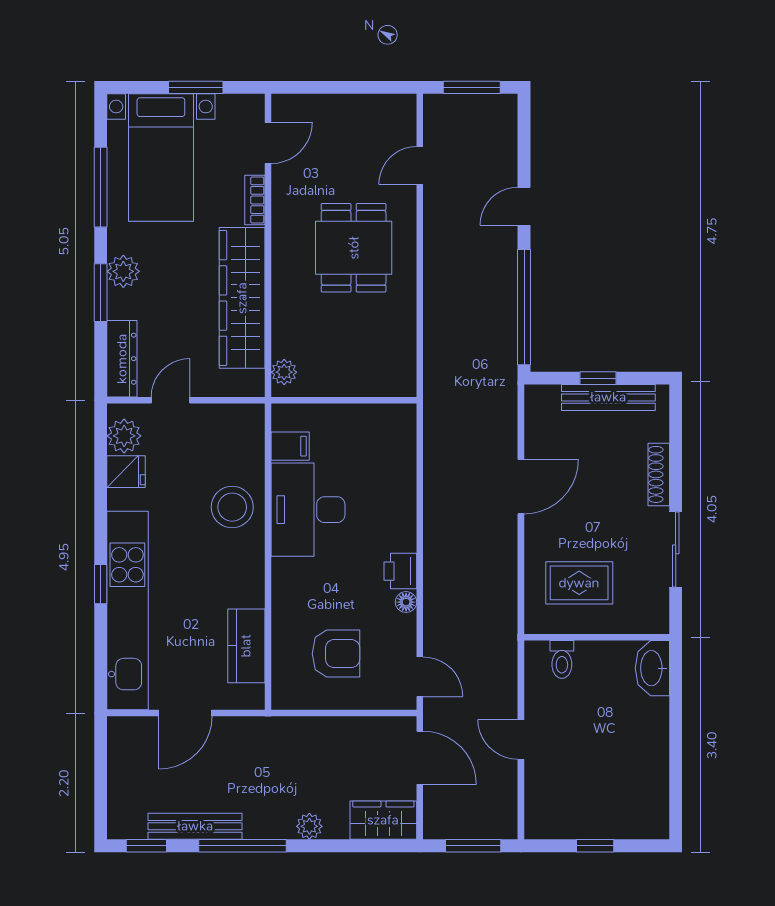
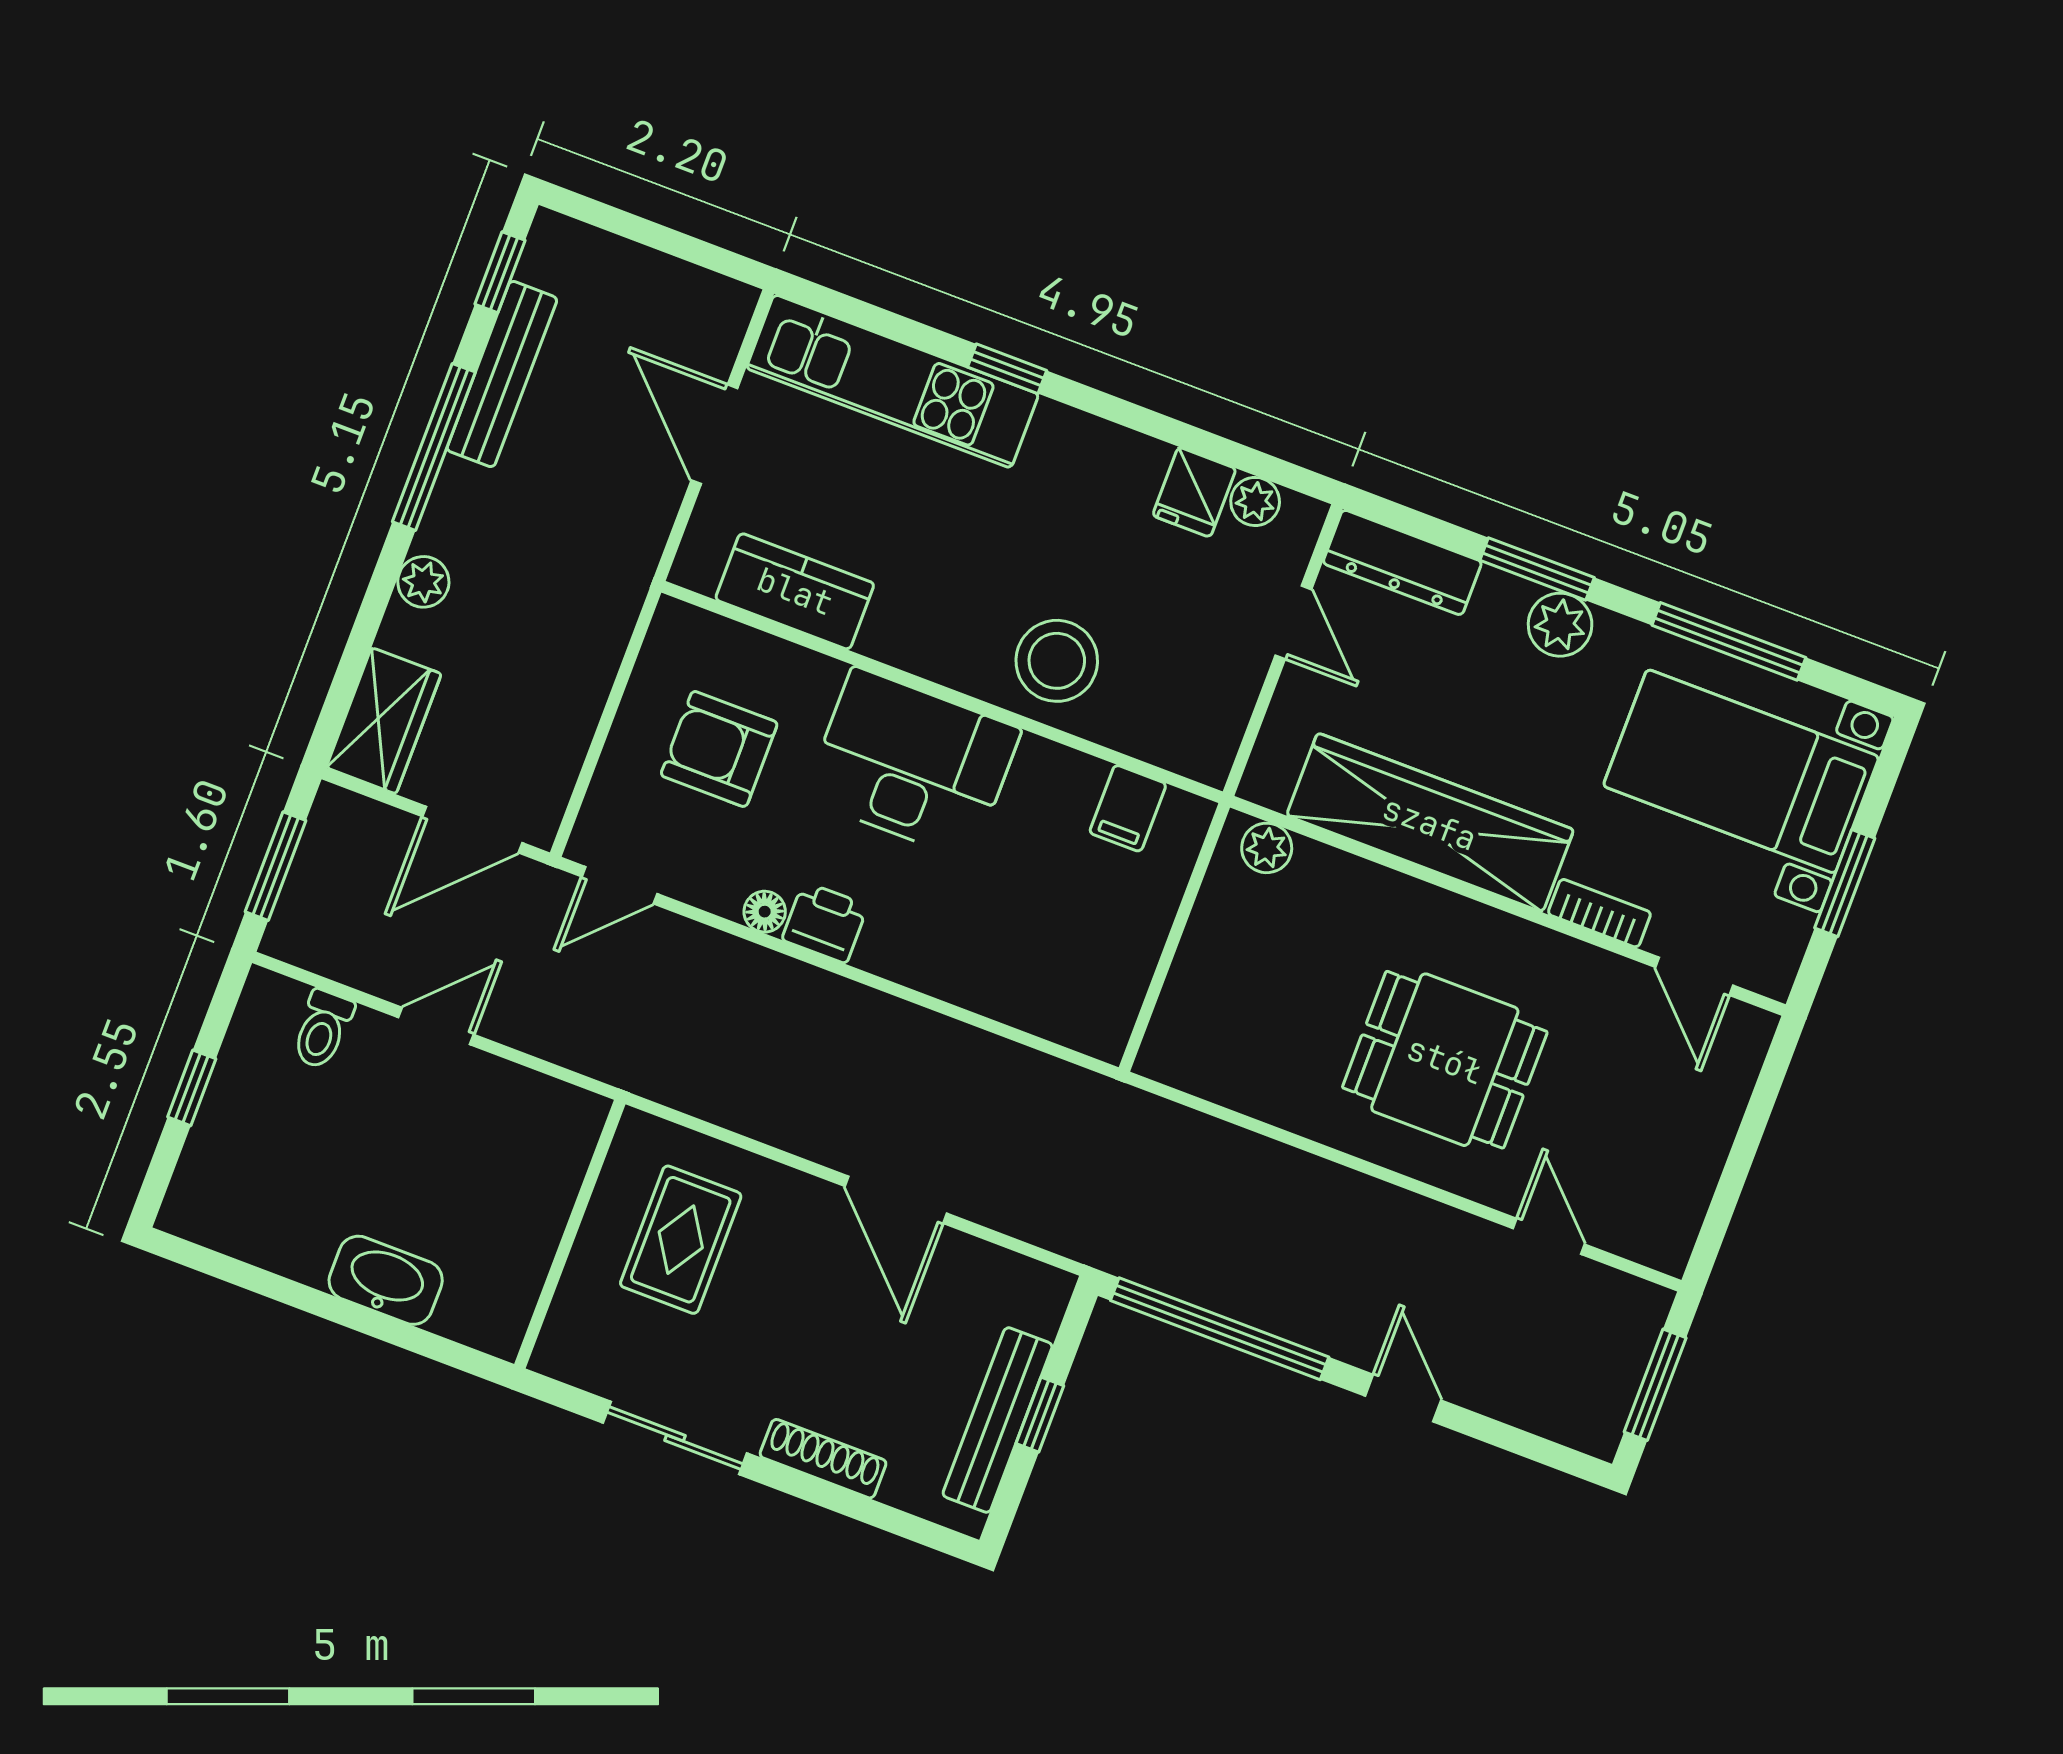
plant: (124, 436) -> (1255, 501), width x0.73, depth x0.73
desk: (308, 510) -> (912, 764), moved
kitchen unit: (127, 610) -> (892, 381), width x0.73
armchair: (336, 654) -> (719, 749), turned 90
toilet: (562, 659) -> (323, 1029), moved, turned -90
washbasin: (652, 668) -> (386, 1280), moved

